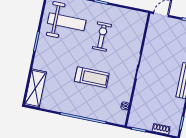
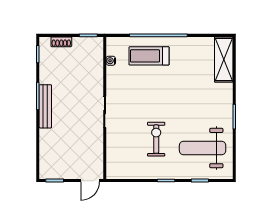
exercise bike: (102, 36) -> (156, 139), turned 180
treadmill: (92, 77) -> (149, 56), moved

